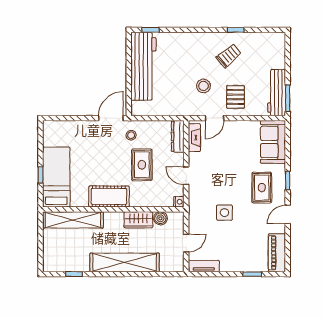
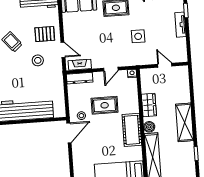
door: (111, 118) -> (69, 133), swing flipped
boiler: (160, 218) -> (149, 127), moved
shelving: (125, 262) -> (185, 122), width x0.68
tv unit: (204, 266) -> (180, 25), moved

